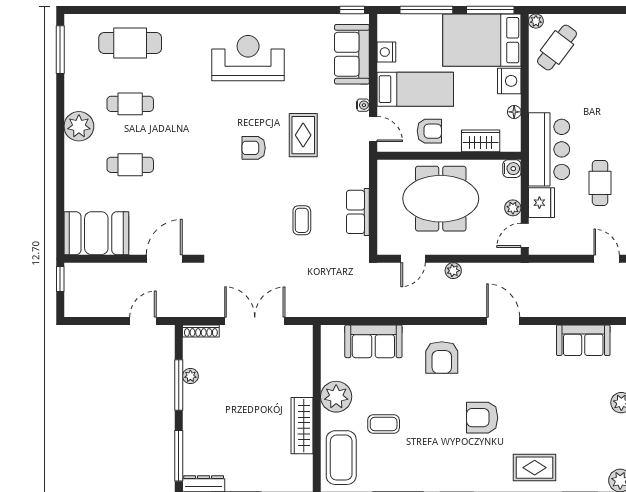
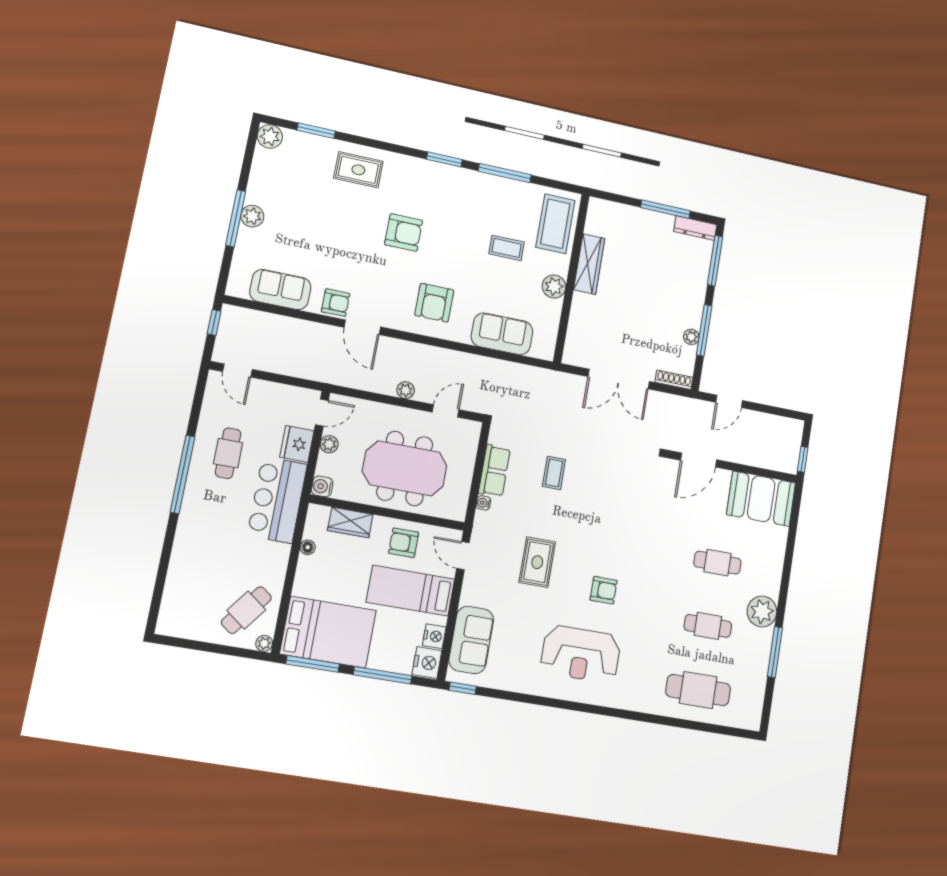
window: (60, 50) -> (775, 652), moved
nightstand: (509, 81) -> (427, 663), moved, turned 180
water cooler: (363, 105) -> (483, 503), moved
armchair: (254, 148) -> (604, 590), moved
armchair: (532, 339) -> (336, 303), added
armchair: (442, 357) -> (434, 303), turned 180
plant: (336, 397) -> (554, 287), width x0.73, depth x0.73

